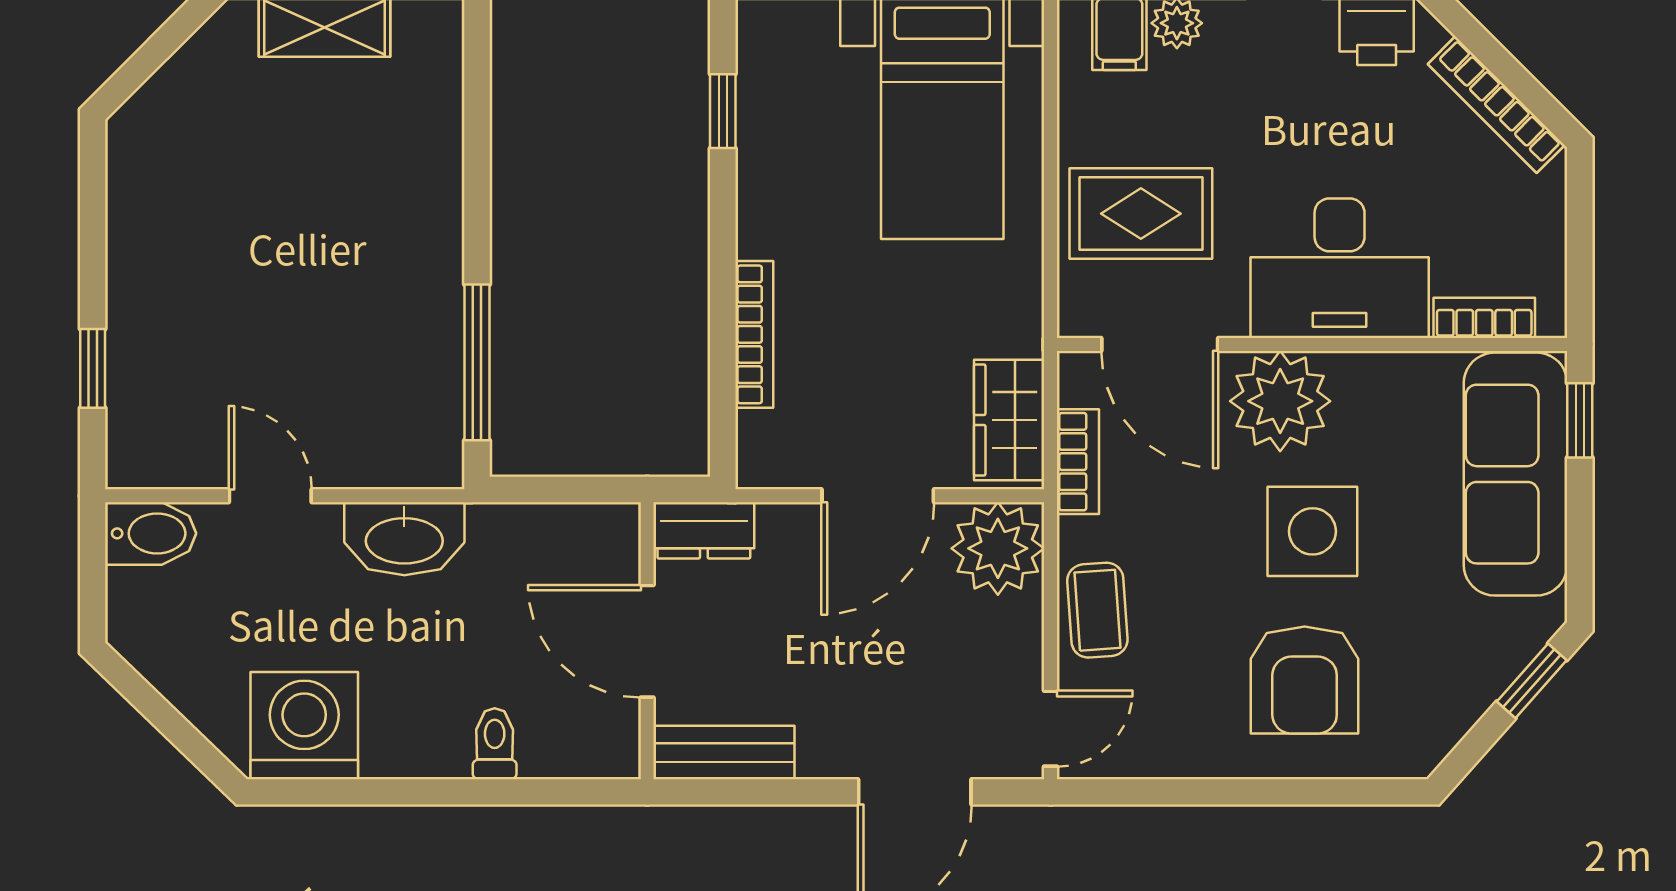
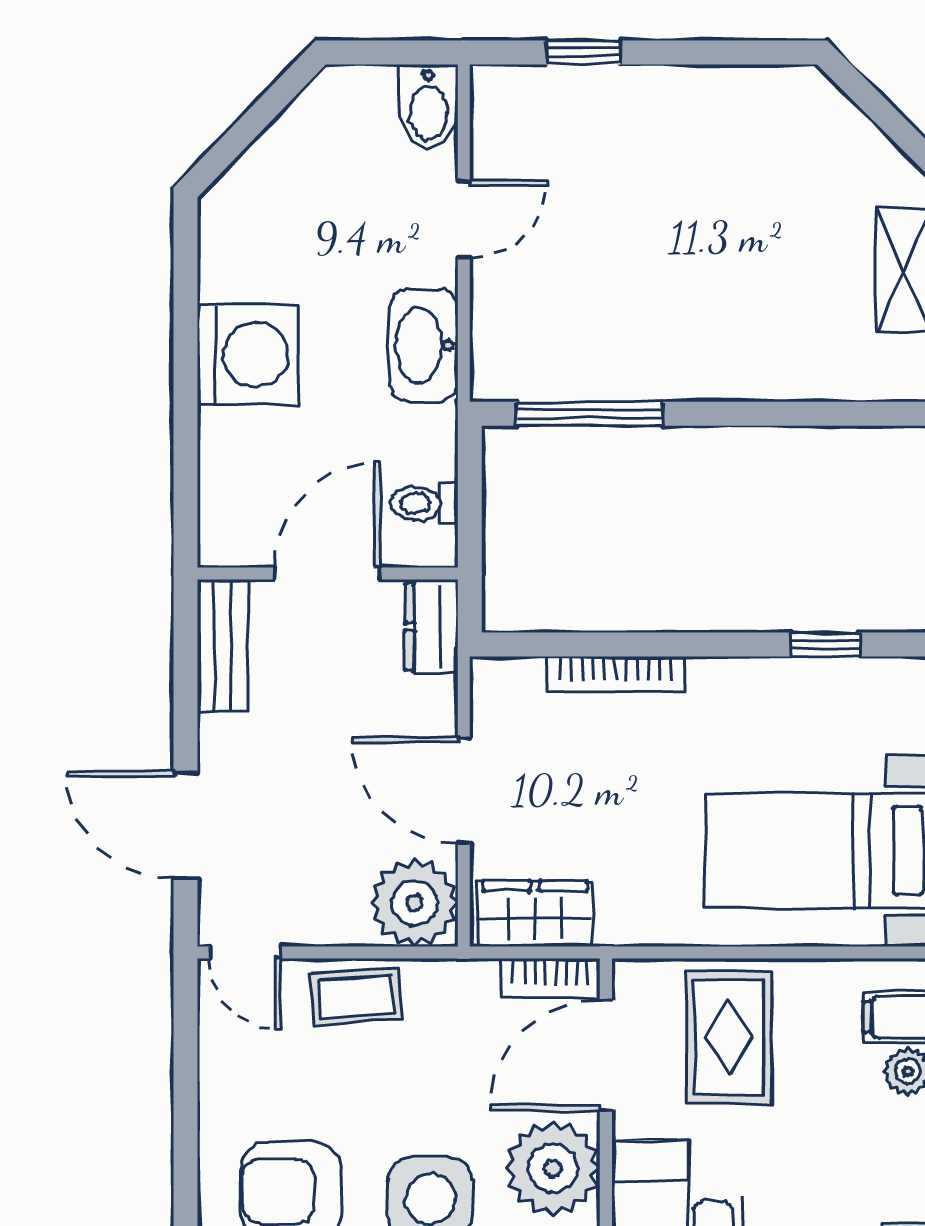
bookcase: (1078, 462) -> (551, 978), moved
washing machine: (304, 726) -> (248, 355), moved
toilet: (495, 744) -> (424, 503), moved, turned 180

